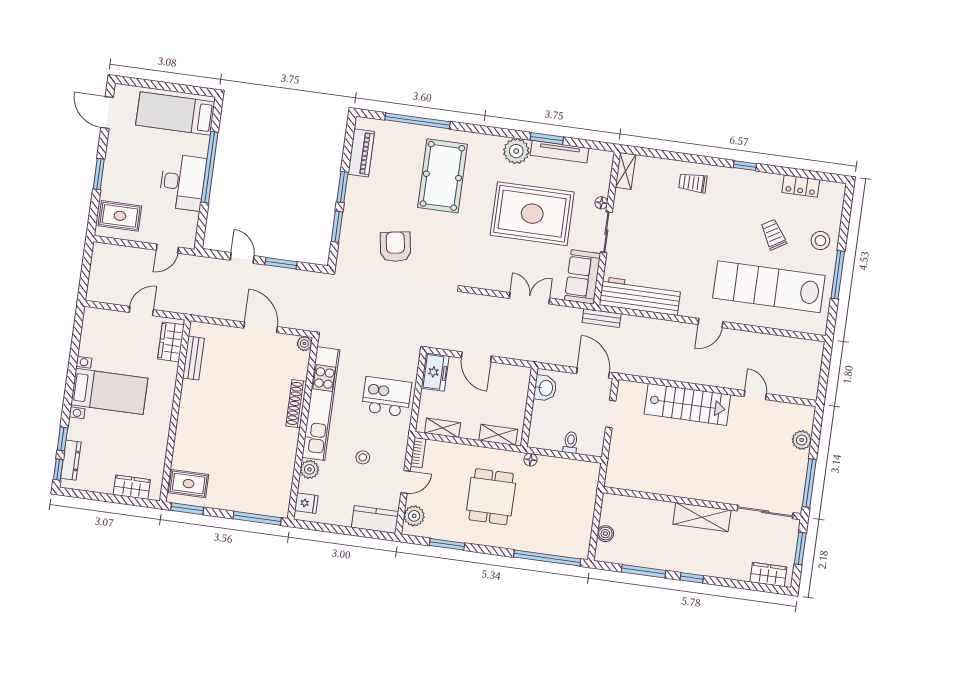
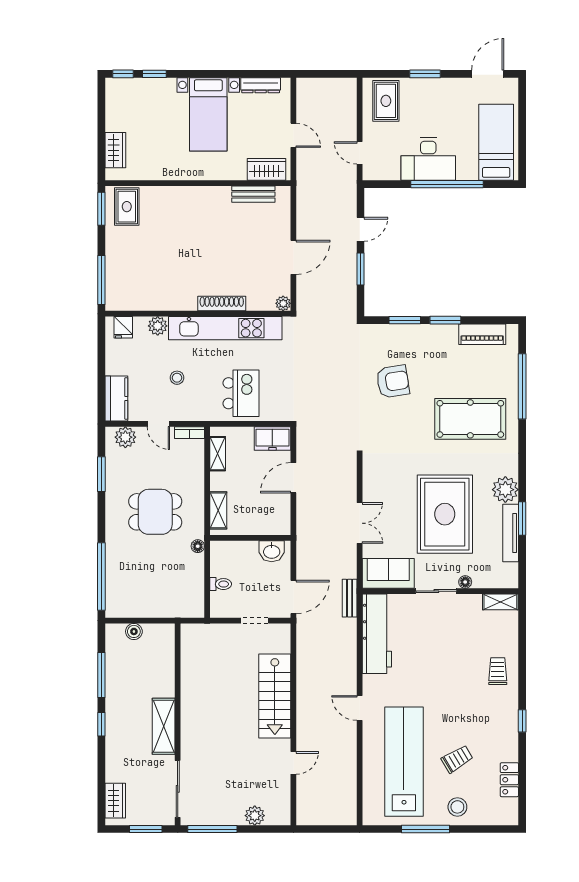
dresser: (71, 460) -> (261, 85), moved

